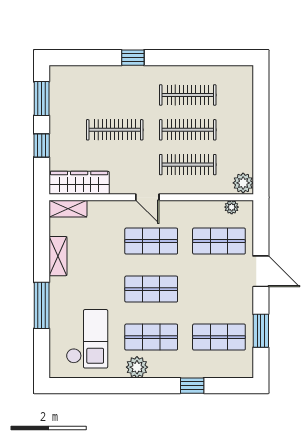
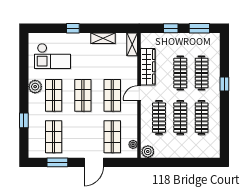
clothes rail: (115, 95) -> (202, 73), added
wardrobe: (79, 183) -> (148, 67), moved
window: (42, 305) -> (73, 28), width x0.46

